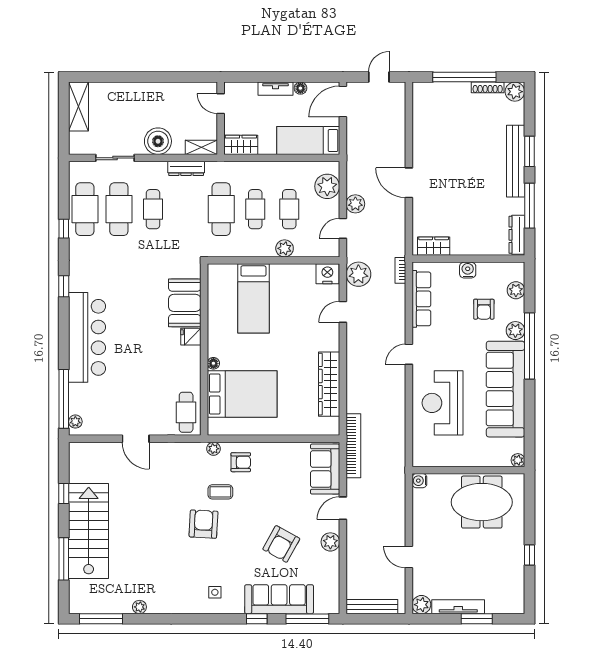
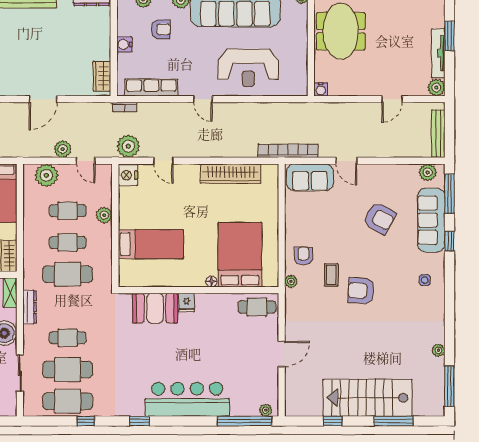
plant: (330, 542) -> (428, 172), moved

